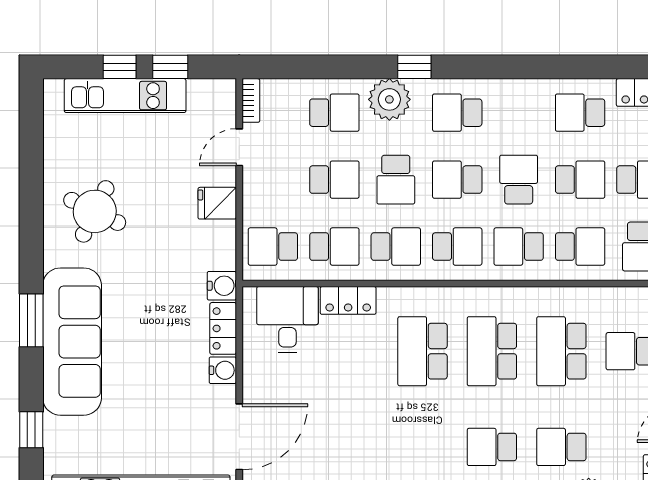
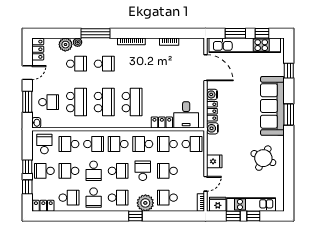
fridge: (209, 96) -> (218, 204), added
school desk: (519, 113) -> (94, 198), added
door: (239, 437) -> (206, 68), swing flipped

